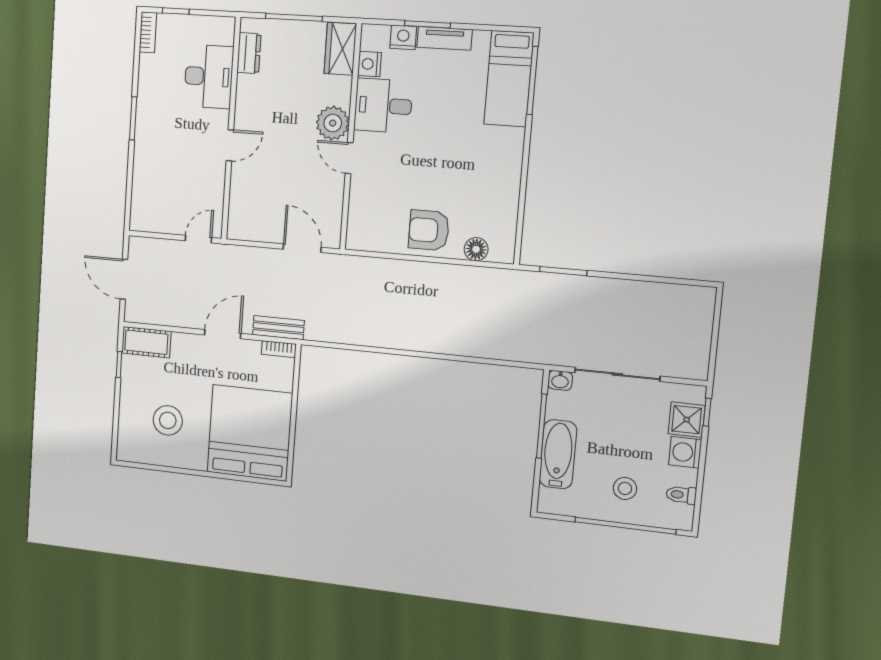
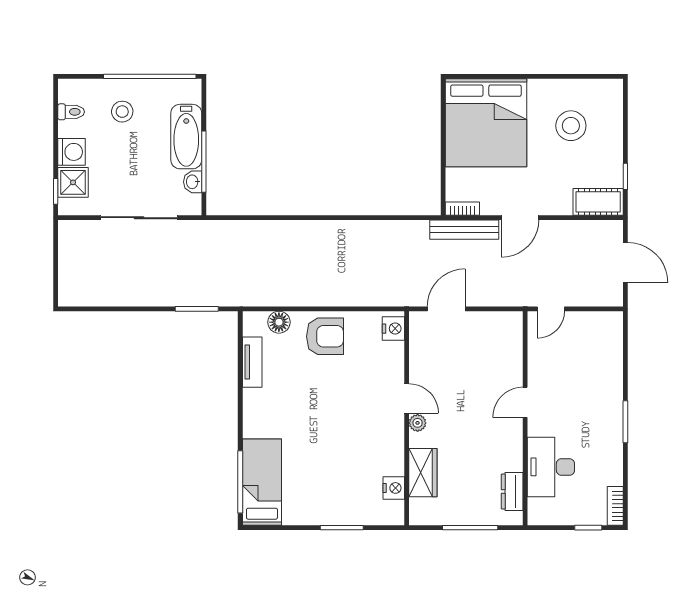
nightstand: (403, 37) -> (393, 329), moved, turned -90
tv unit: (445, 38) -> (252, 362), moved, turned 90
wardrobe: (340, 49) -> (423, 473), moved
desk: (383, 106) -> (378, 450), removed
plant: (333, 123) -> (418, 423), width x0.53, depth x0.53
door: (302, 248) -> (446, 309), swing flipped
bench: (278, 328) -> (464, 230), width x1.36
washbasin: (560, 380) -> (193, 182), moved, turned -90
window: (625, 526) -> (150, 76), moved

